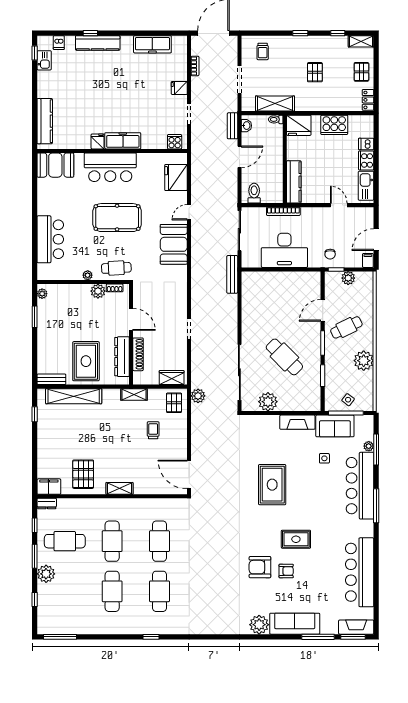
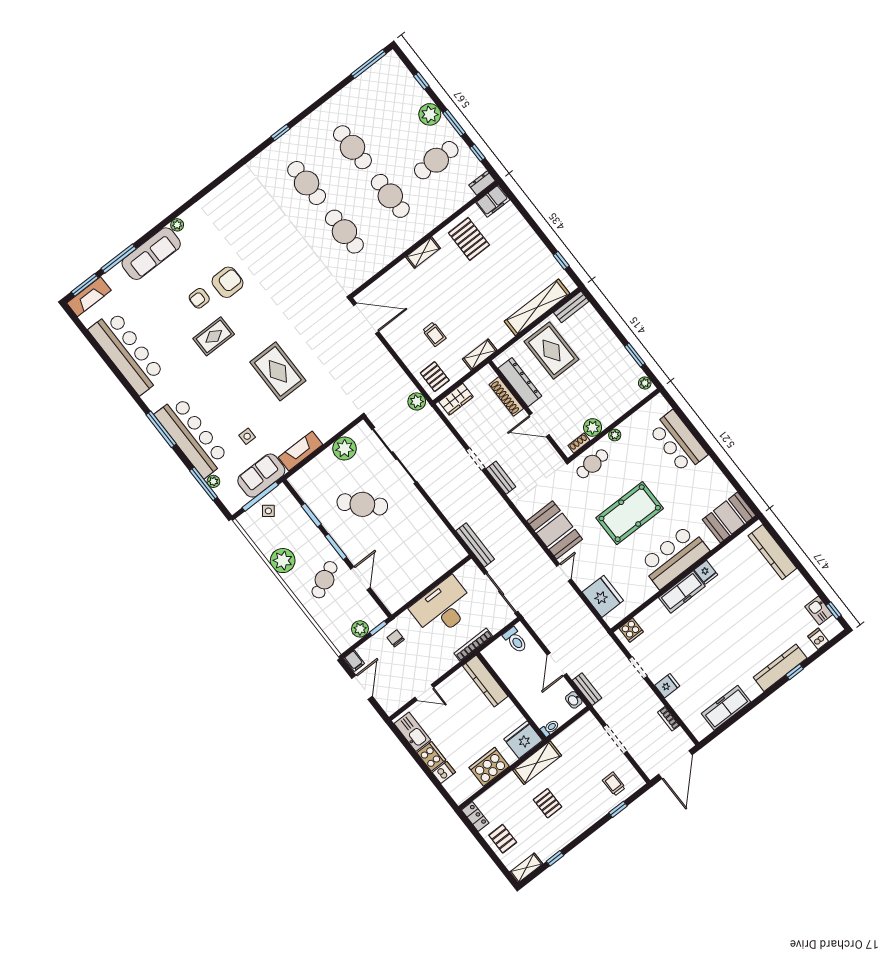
window: (300, 33) -> (618, 809), moved
shelving: (275, 104) -> (537, 763), moved
bench: (182, 305) -> (501, 478), added
plant: (259, 625) -> (177, 225), width x0.53, depth x0.53

